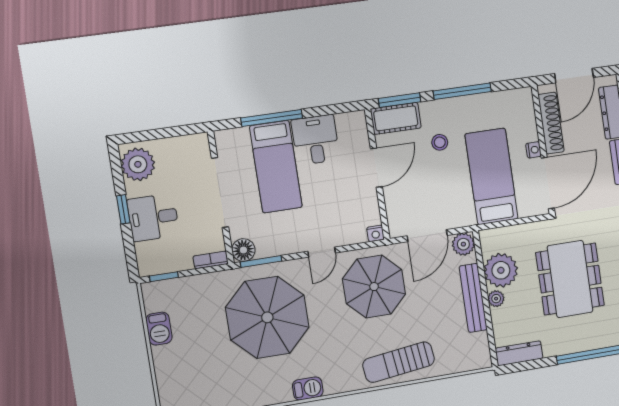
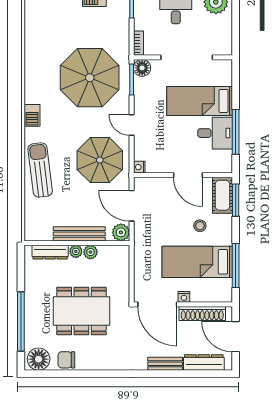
window: (462, 91) -> (236, 265), moved
window: (272, 118) -> (236, 132), moved
bed: (491, 176) -> (197, 262), moved, turned 180
plant: (501, 270) -> (90, 252), width x0.53, depth x0.53
dresser: (519, 353) -> (50, 252), moved, turned 90
barbecue: (308, 388) -> (32, 115), moved

